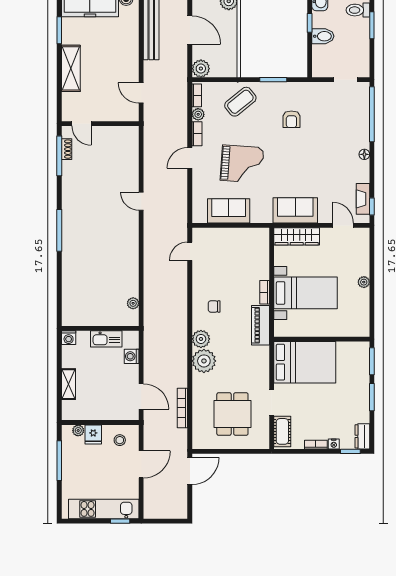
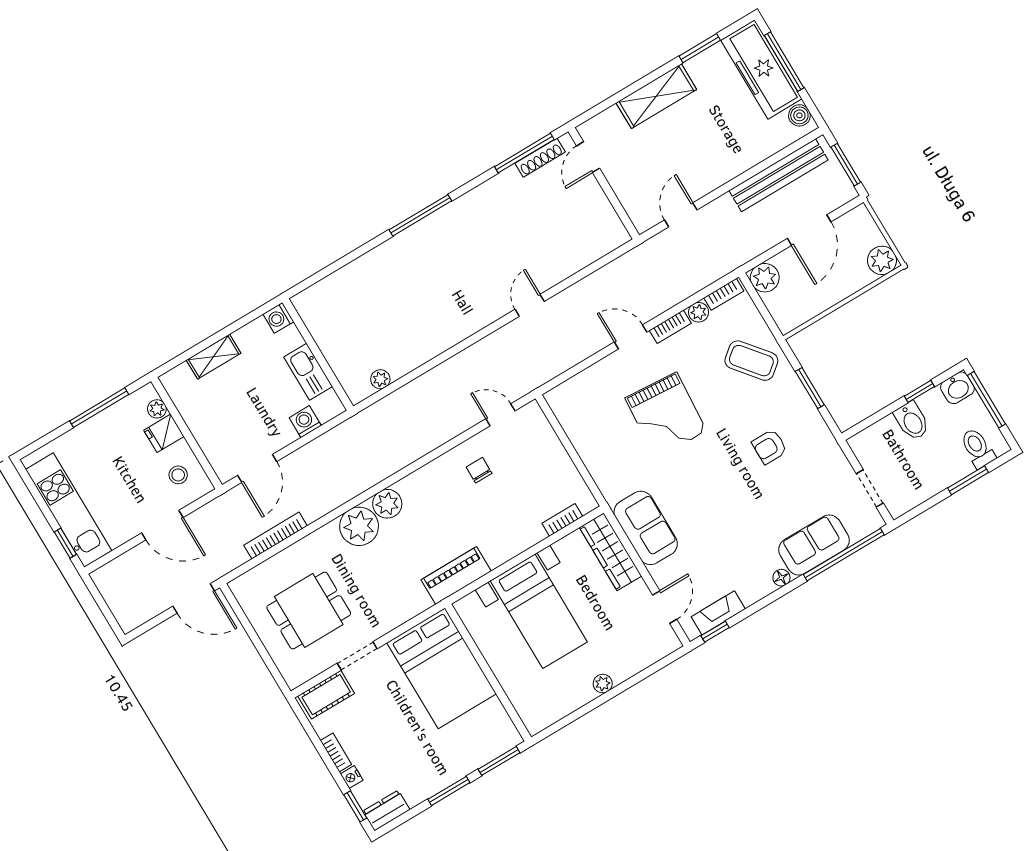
shoe rack: (67, 149) -> (540, 158), width x1.43
sofa: (229, 211) -> (814, 545), moved, turned -90
bookcase: (265, 292) -> (562, 520), moved
chair: (214, 306) -> (479, 470), moved

